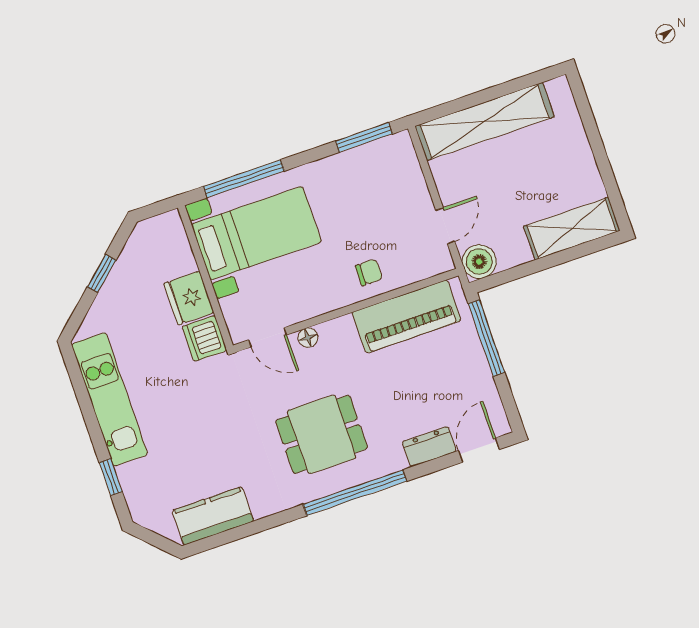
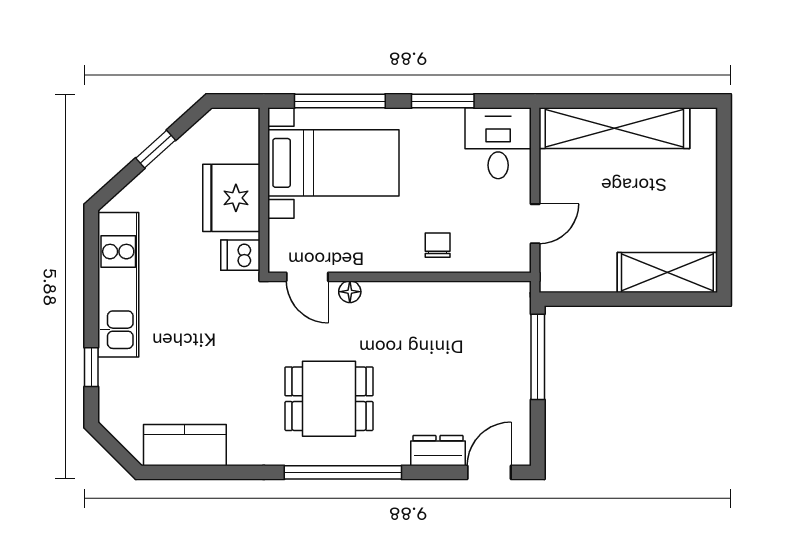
window: (364, 137) -> (443, 101), moved
desk: (390, 168) -> (498, 143), added
boiler: (479, 262) -> (558, 274), removed
chair: (369, 272) -> (438, 245), turned -90
fridge: (189, 298) -> (231, 198), width x1.36, depth x1.34
piano: (406, 316) -> (461, 305), removed
dishwasher: (204, 338) -> (240, 255), width x0.73

